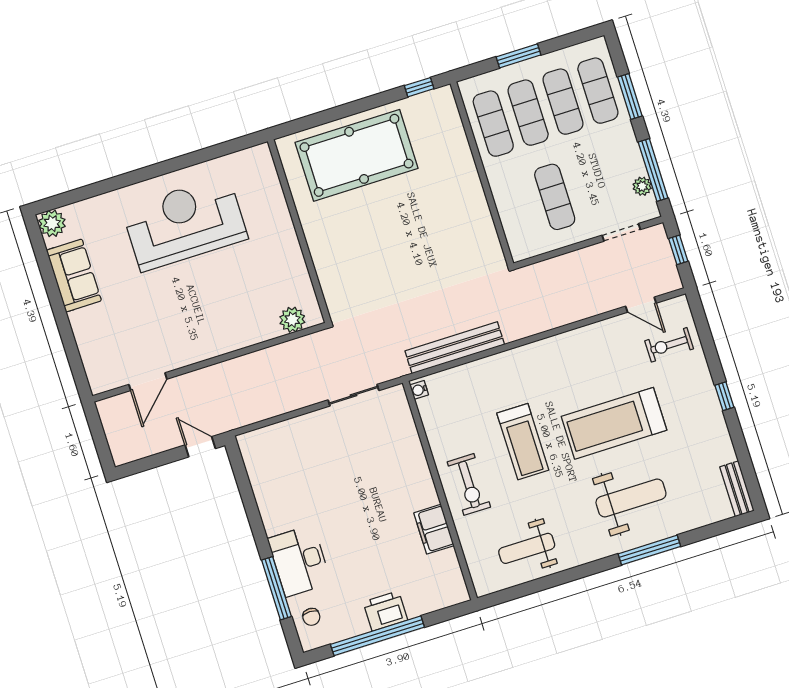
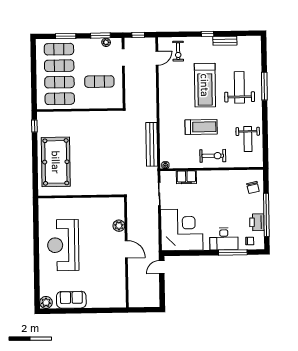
window: (518, 56) -> (34, 79), removed
window: (653, 170) -> (100, 36), width x0.69
plant: (292, 320) -> (119, 226), moved
door: (148, 382) -> (126, 249), moved
corner desk: (292, 466) -> (182, 230), added
bench: (737, 489) -> (225, 41), moved
filing cabinet: (434, 529) -> (186, 177), moved
chair: (427, 590) -> (253, 187), added
printer: (385, 611) -> (257, 222), moved

